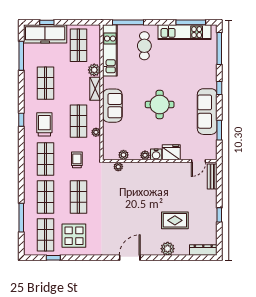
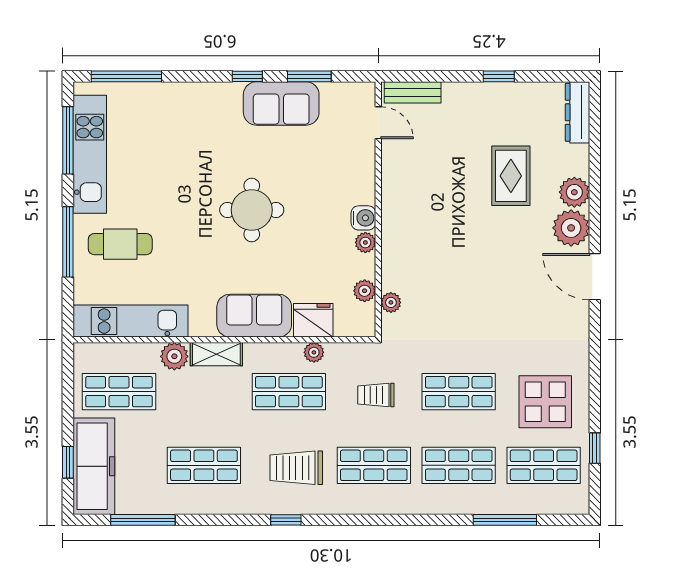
window: (128, 22) -> (68, 242), moved
window: (219, 88) -> (247, 76), moved
sofa: (207, 112) -> (281, 103), width x0.73
fridge: (171, 152) -> (313, 320), moved, turned 90
plant: (152, 247) -> (571, 228), added

